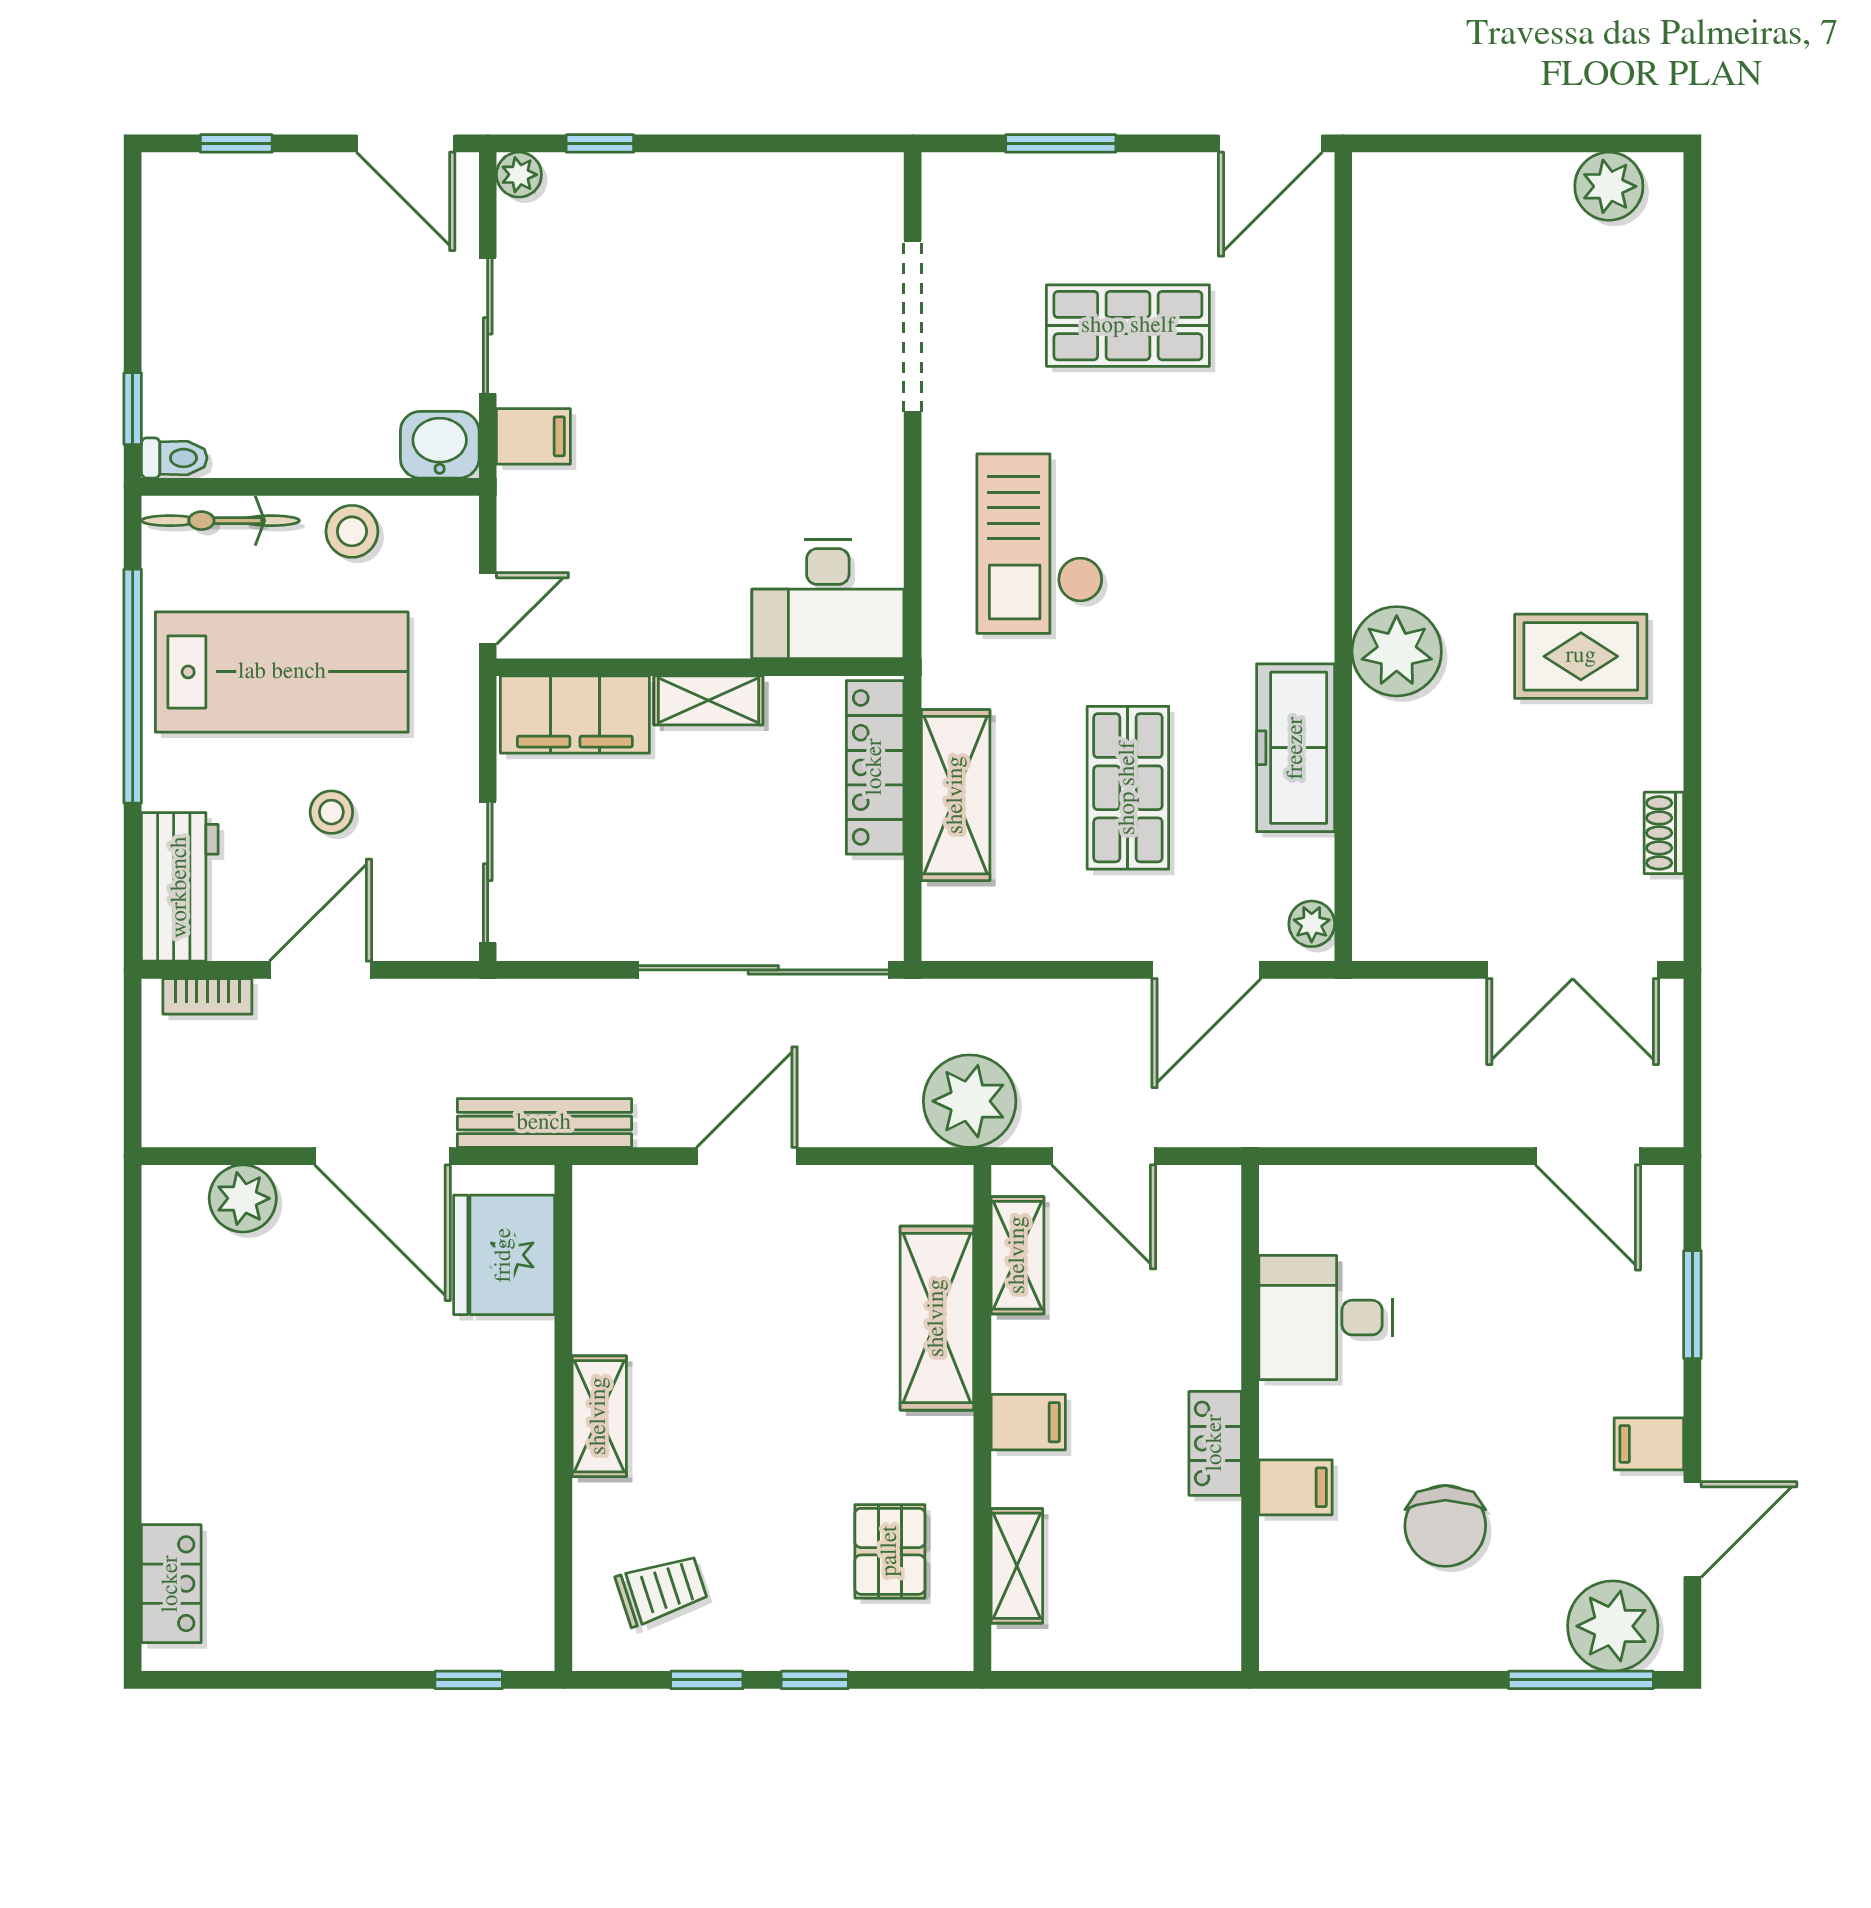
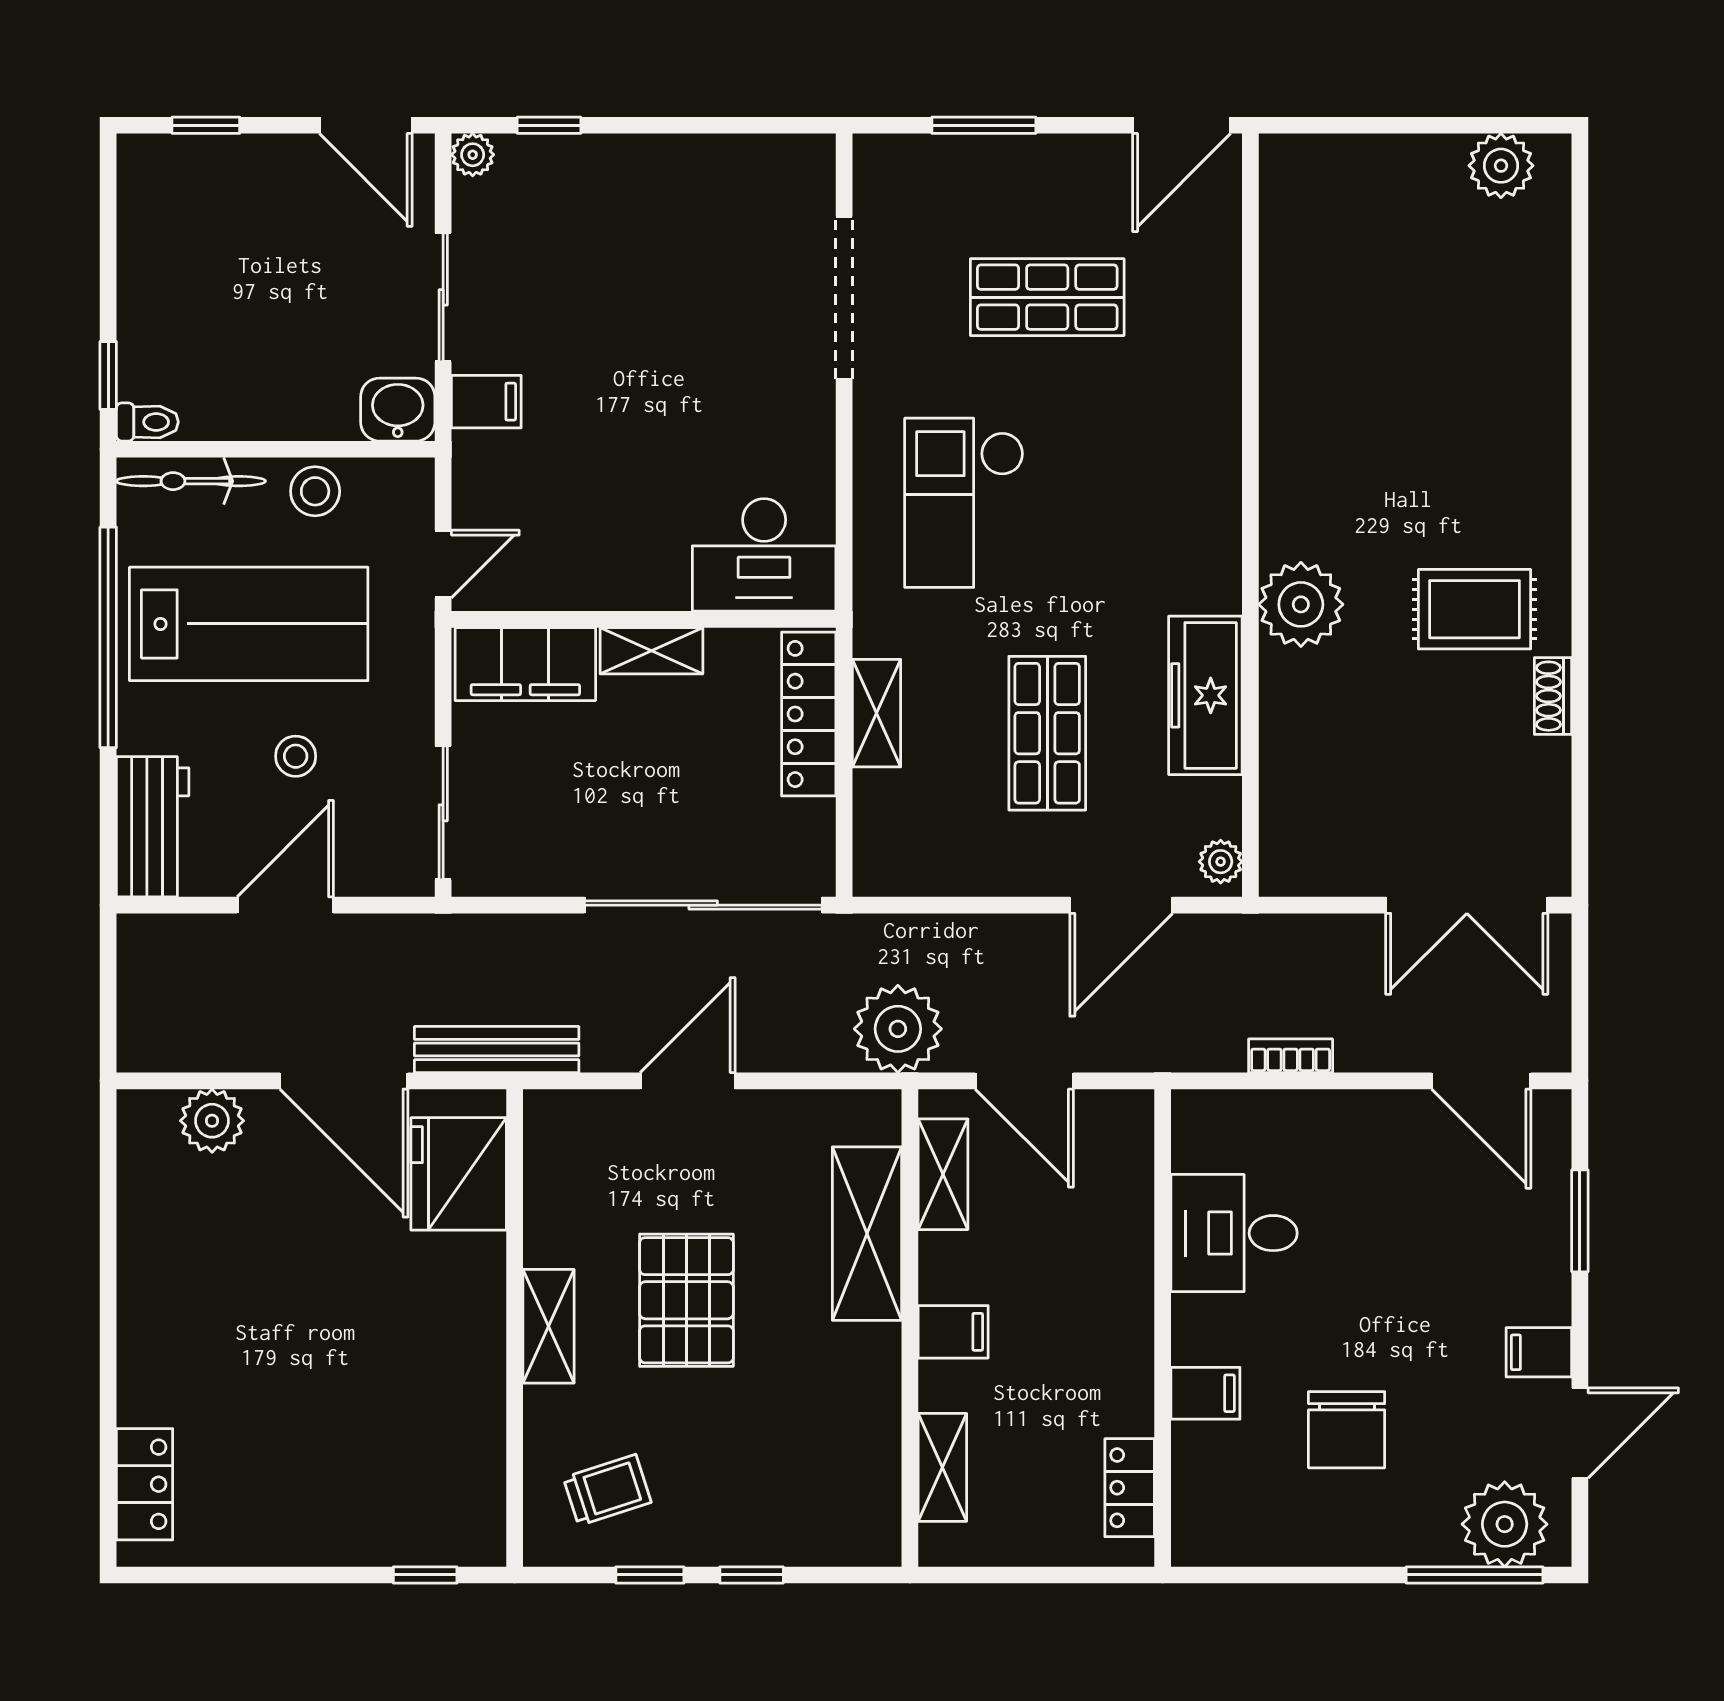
shelving: (956, 795) -> (876, 713), width x0.67, depth x0.75
shoe rack: (1664, 833) -> (1553, 696), moved
bookcase: (207, 996) -> (1291, 1056), moved, turned 180
locker: (1215, 1443) -> (1130, 1488), moved
pallet: (890, 1551) -> (686, 1300), moved, width x1.50, depth x1.42

